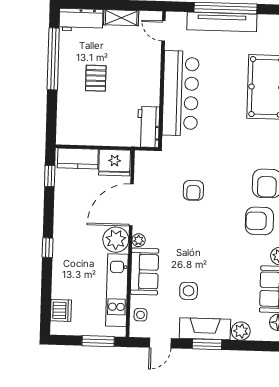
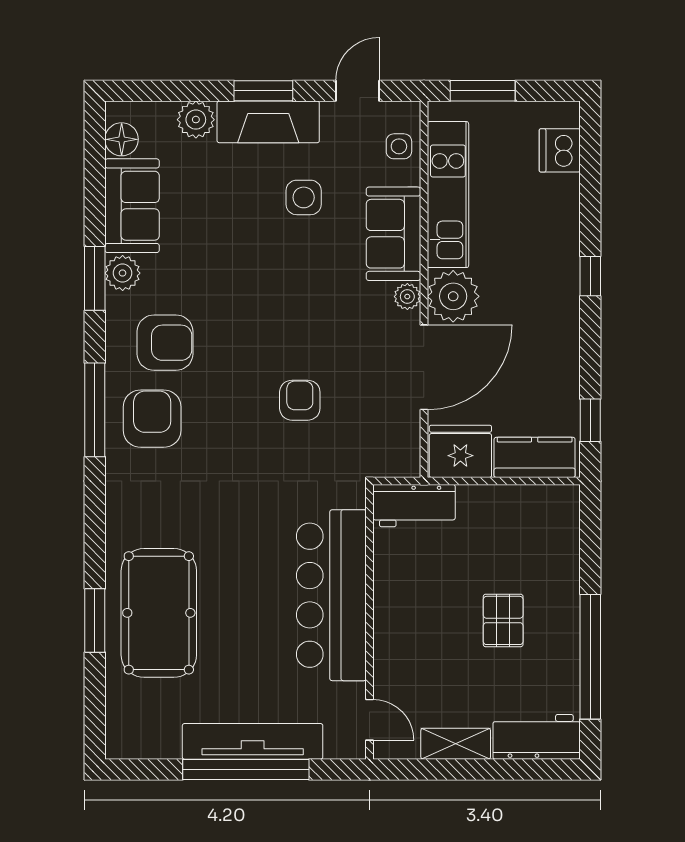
workbench: (148, 127) -> (414, 506), moved, turned 90

